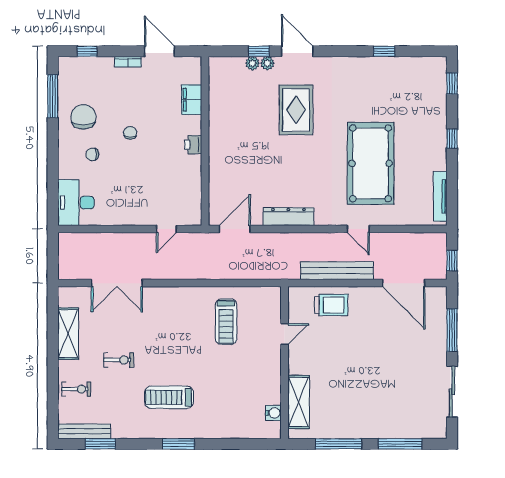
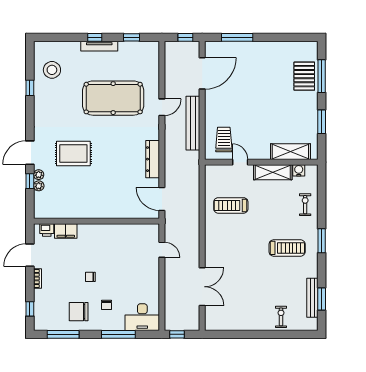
stool: (408, 81) -> (52, 70), added
window: (452, 83) -> (132, 37), moved
printer: (193, 145) -> (47, 230), moved
window: (53, 170) -> (118, 334), added
tv unit: (440, 196) -> (99, 46), moved
window: (53, 249) -> (177, 334), added
trolley: (331, 305) -> (224, 139), moved
treadmill: (226, 322) -> (231, 205), turned 180
shelving: (68, 334) -> (273, 172), moved
exercise bike: (119, 360) -> (305, 205), moved
sliding door: (452, 392) -> (283, 37), removed
treadmill: (169, 397) -> (287, 248), turned -90
pallet: (400, 420) -> (304, 76), added
bench: (84, 431) -> (312, 298), moved
window: (339, 444) -> (322, 122), width x0.69

